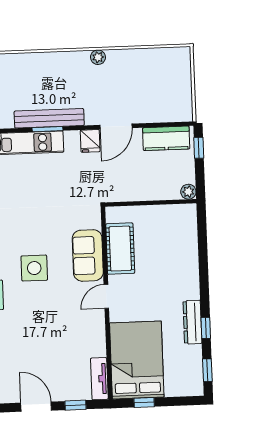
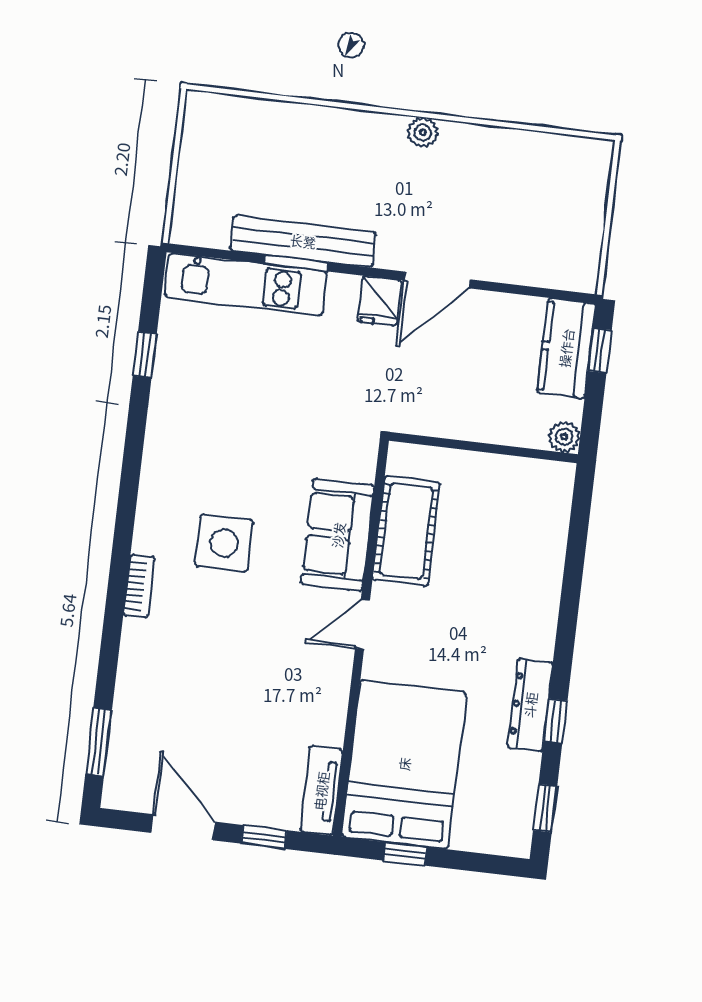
kitchen counter: (166, 138) -> (566, 348), moved, turned 90

